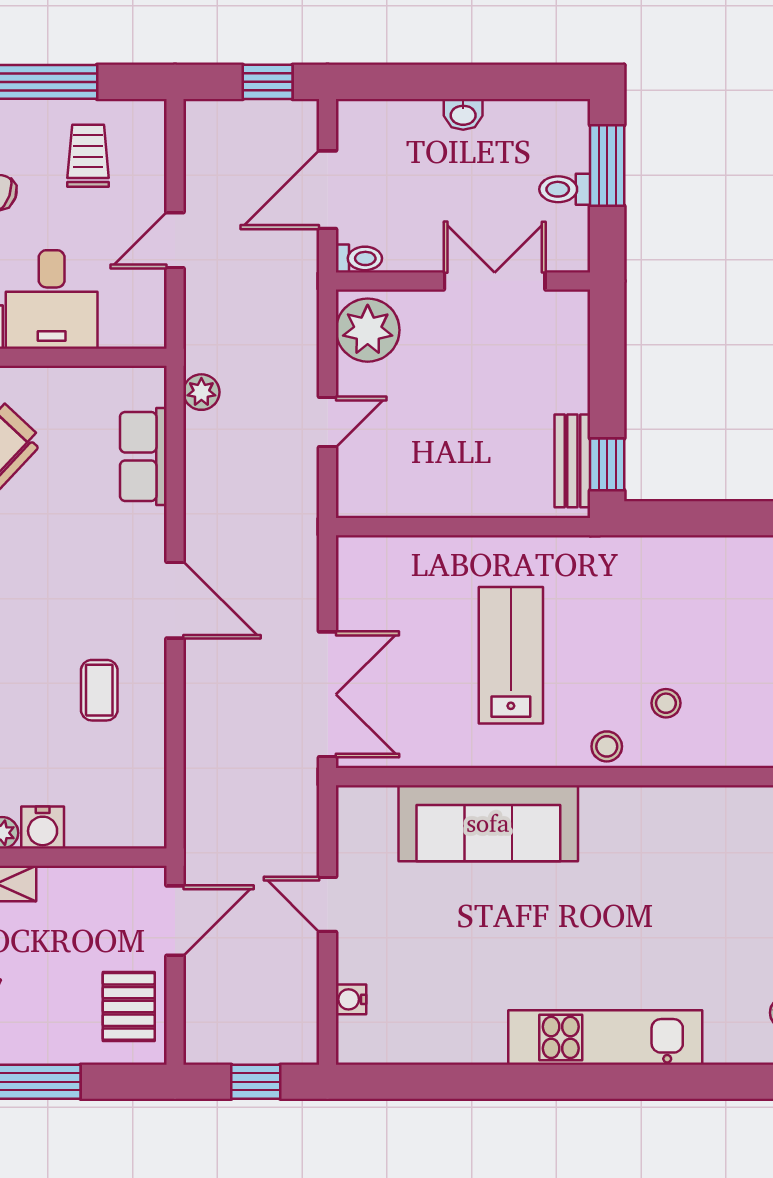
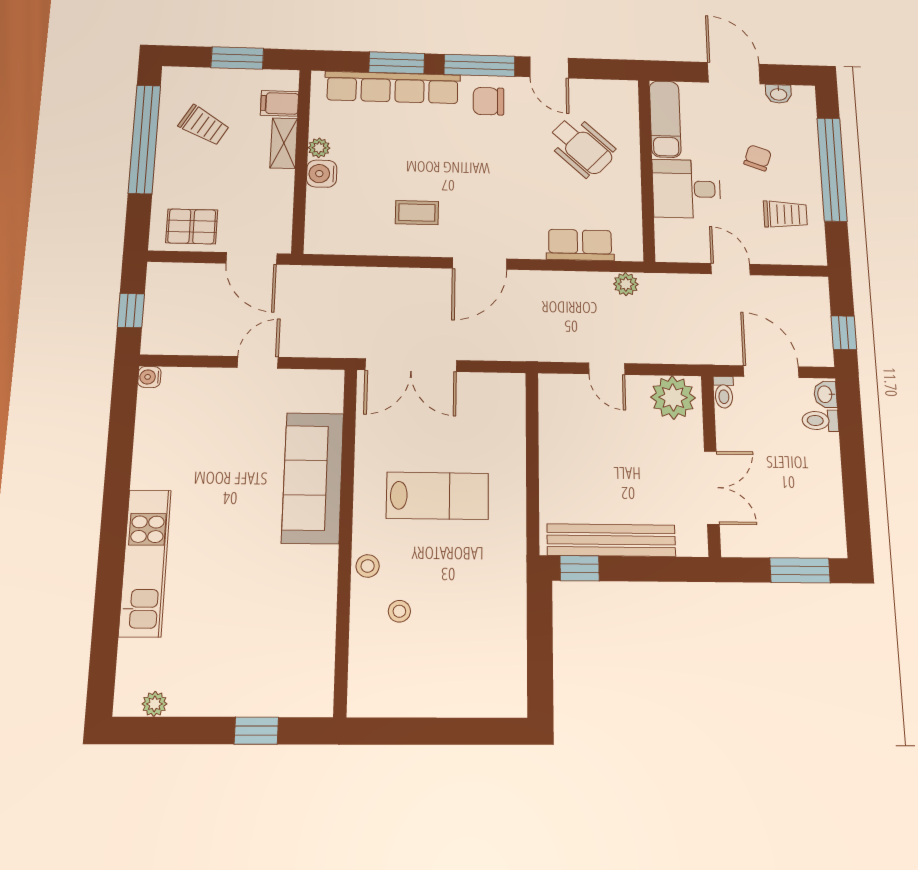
washbasin: (463, 114) -> (825, 394), moved
toilet: (565, 189) -> (820, 421), moved, turned -90
bench: (572, 461) -> (611, 540), width x1.86, depth x1.21
water cooler: (351, 999) -> (149, 377), moved, turned -90

